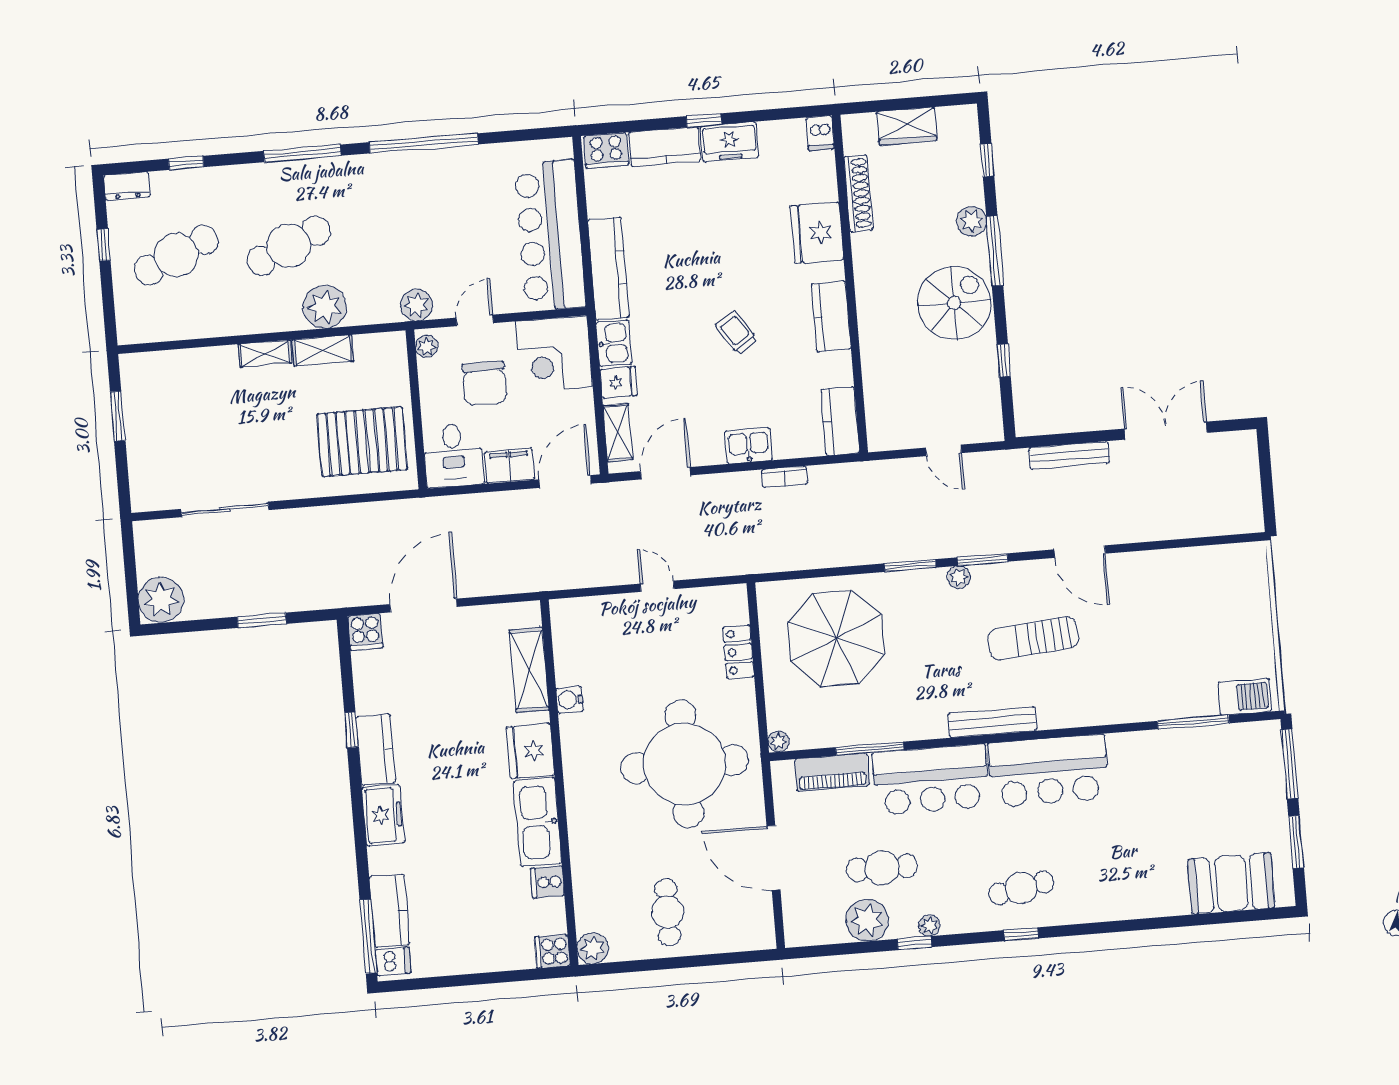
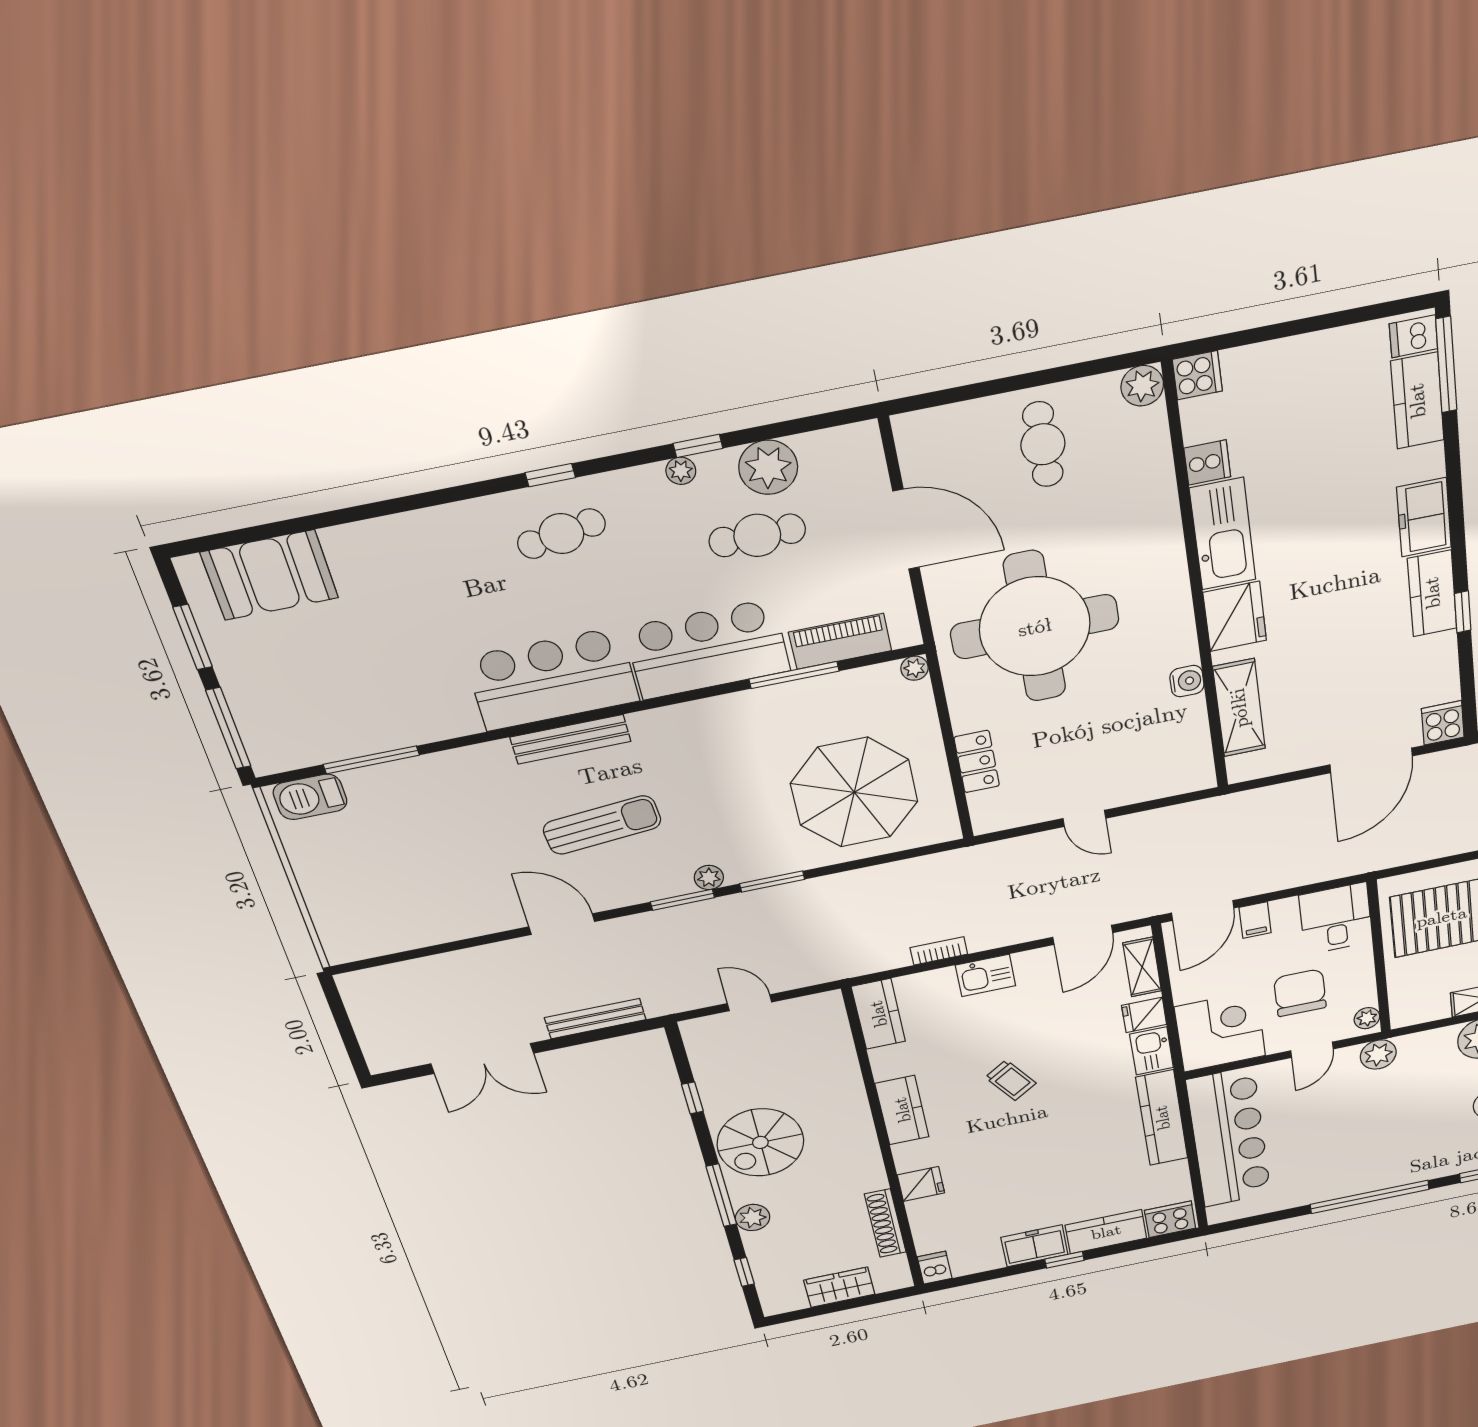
fridge: (817, 233) -> (921, 1184), width x0.53, depth x0.75
filing cabinet: (509, 466) -> (1255, 920), width x0.50
bench: (992, 722) -> (570, 739), moved

